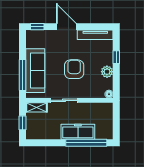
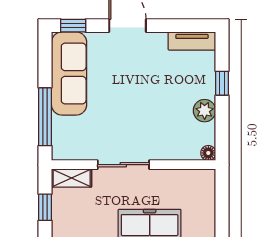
tv unit: (95, 35) -> (192, 41), width x0.71
armchair: (74, 69) -> (142, 106), removed
sofa: (35, 71) -> (69, 73), moved

